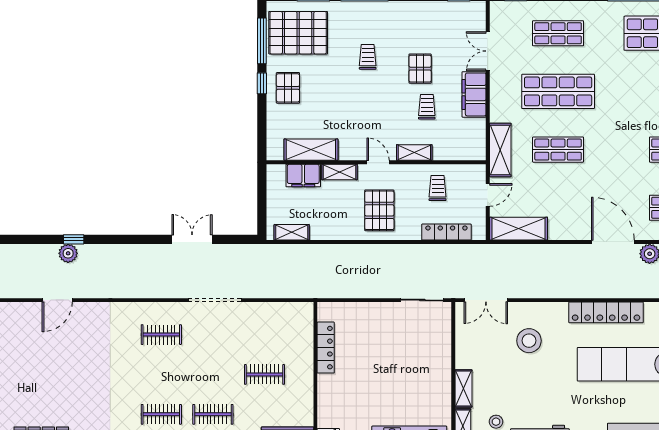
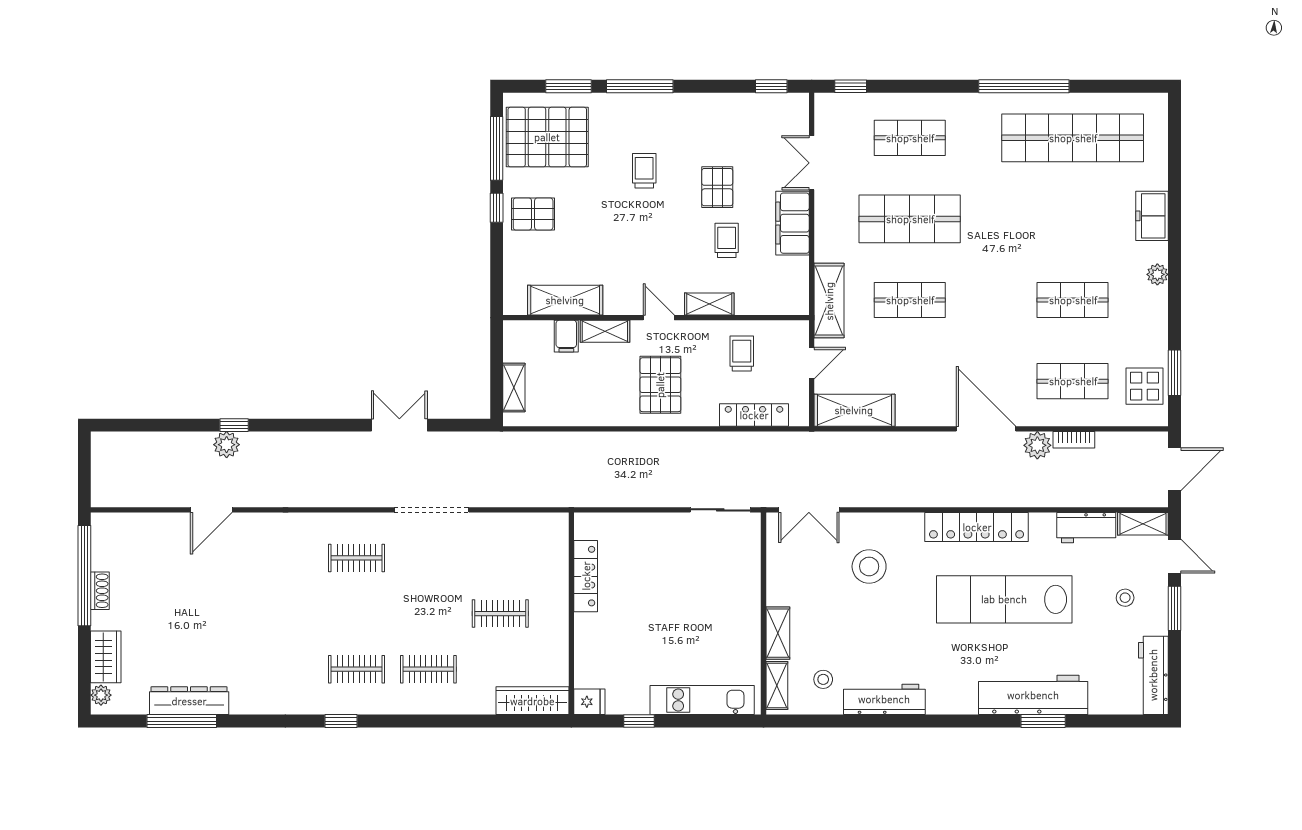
pallet: (288, 88) -> (533, 214), turned 90
filing cabinet: (303, 175) -> (566, 336), width x0.50
shelving: (292, 232) -> (514, 388), moved, turned 90

